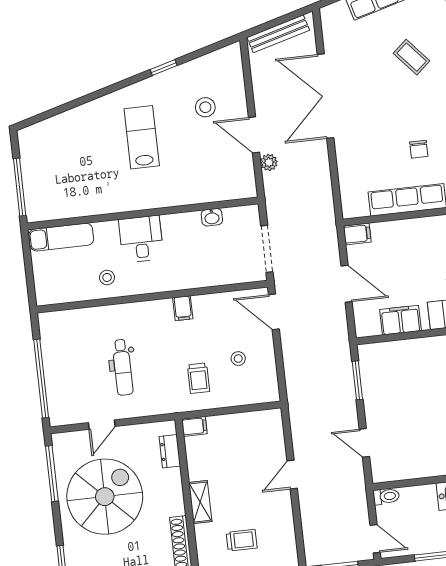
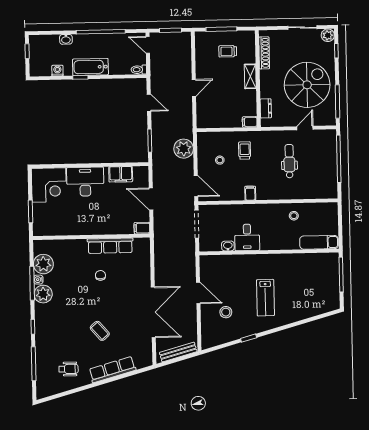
plant: (269, 162) -> (184, 149), moved, width x1.88, depth x1.88
desk: (141, 239) -> (247, 237), moved
spiral stairs: (105, 497) -> (307, 85), turned 180

